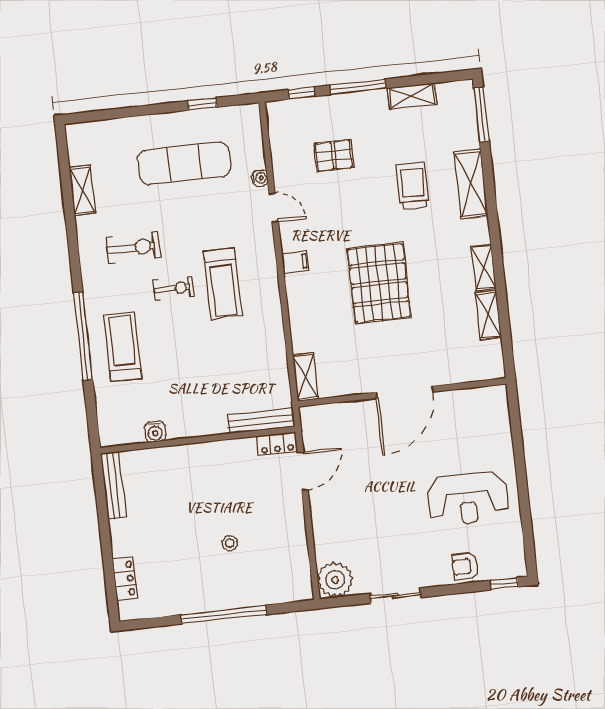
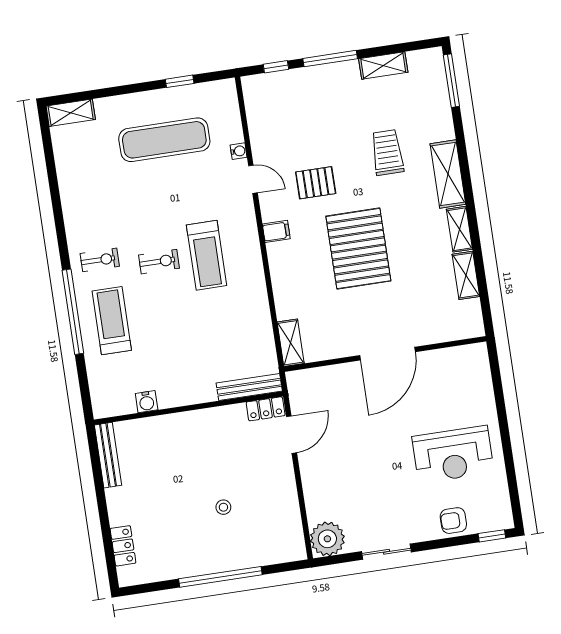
pallet: (334, 156) -> (316, 183), moved
shelving: (471, 184) -> (448, 174), moved
shelving: (82, 190) -> (71, 113), moved, turned 90
exercise bike: (133, 247) -> (100, 260), moved, width x0.73, depth x0.72

